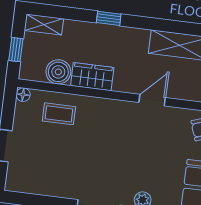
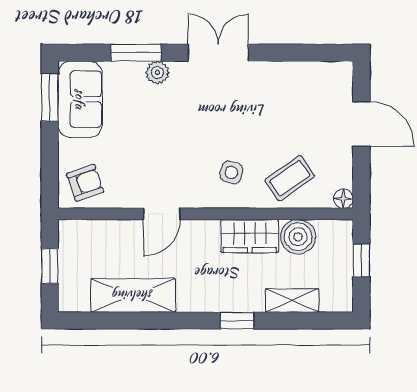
shelving: (44, 25) -> (292, 300), moved
coffee table: (59, 114) -> (290, 178), turned -35
side table: (99, 123) -> (231, 172), added

